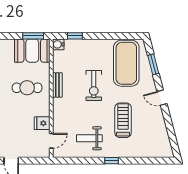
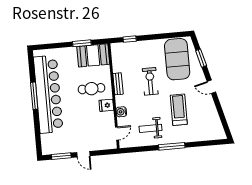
window: (33, 36) -> (82, 43), moved
water cooler: (58, 44) -> (121, 112), moved
exercise bike: (94, 85) -> (150, 81), turned 180
fridge: (42, 123) -> (106, 105), moved
window: (111, 161) -> (172, 146), width x2.17

